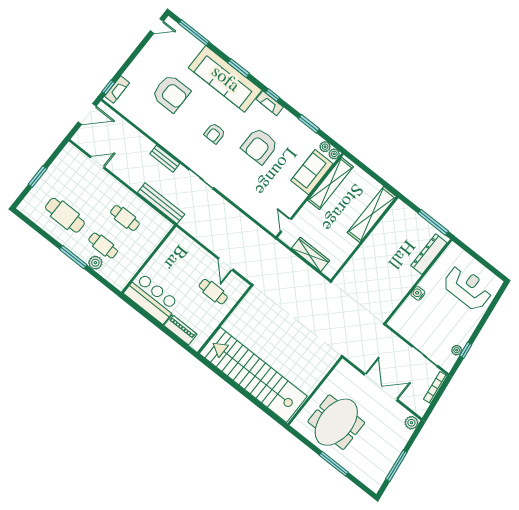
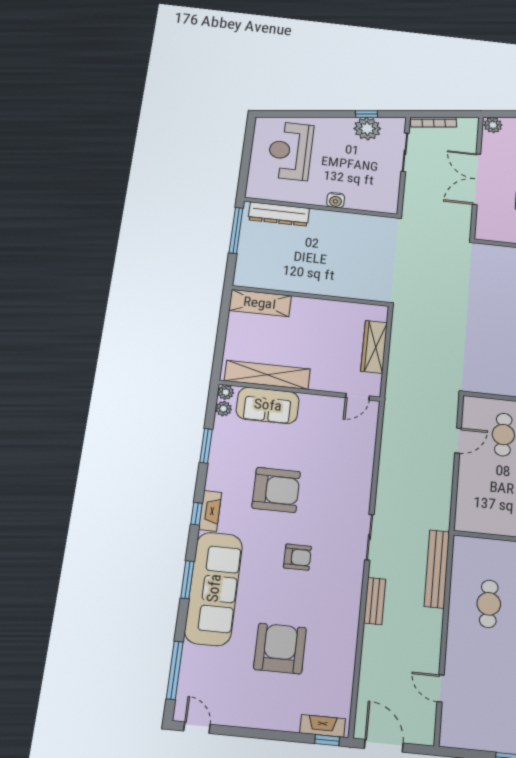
shelving: (372, 215) -> (260, 303), width x0.68
plant: (457, 350) -> (367, 129), width x1.88, depth x1.88

